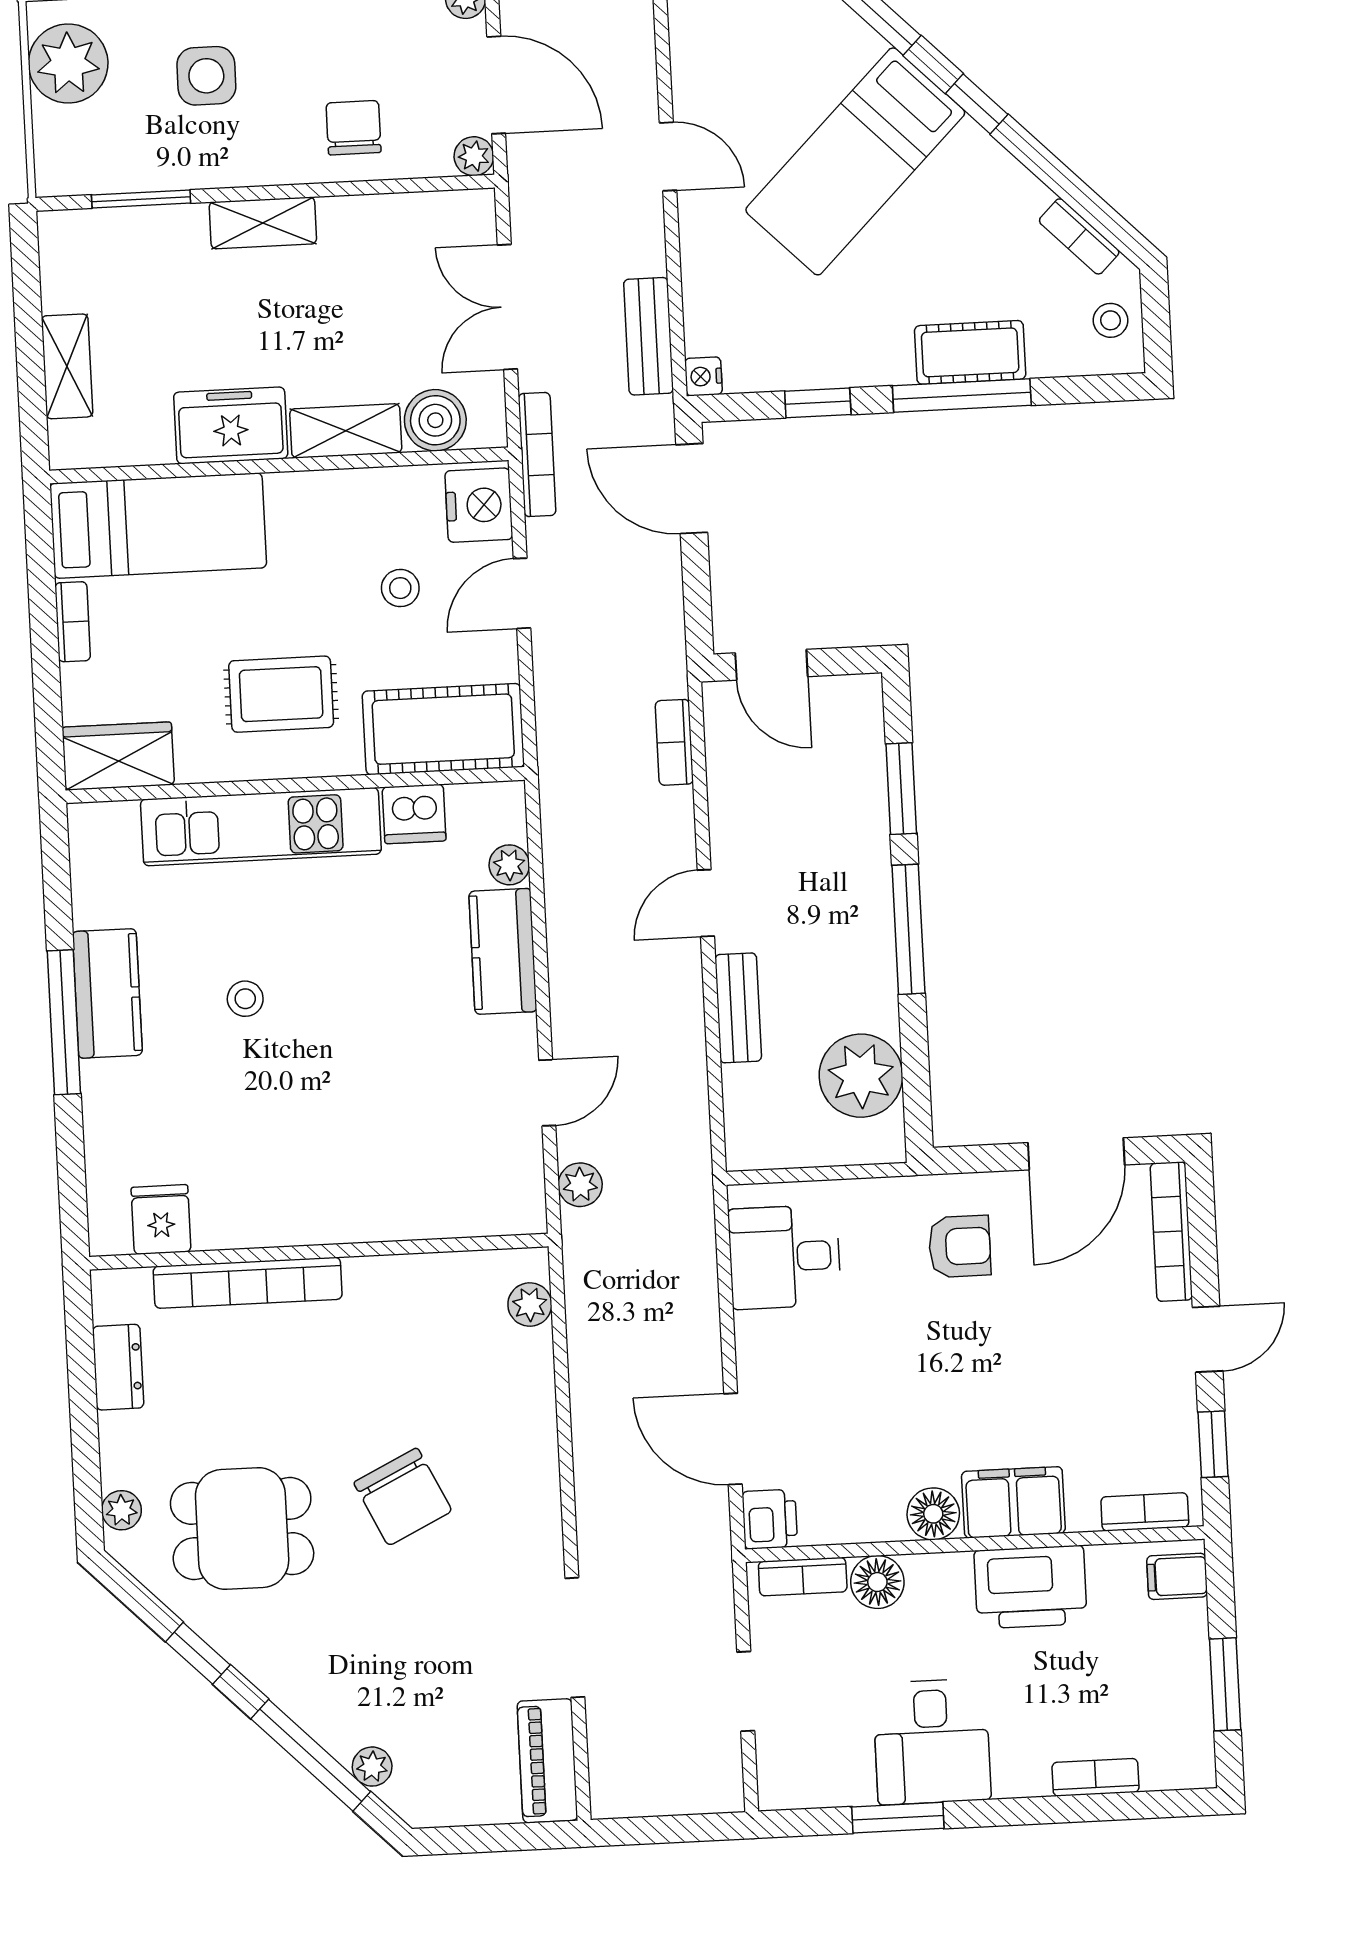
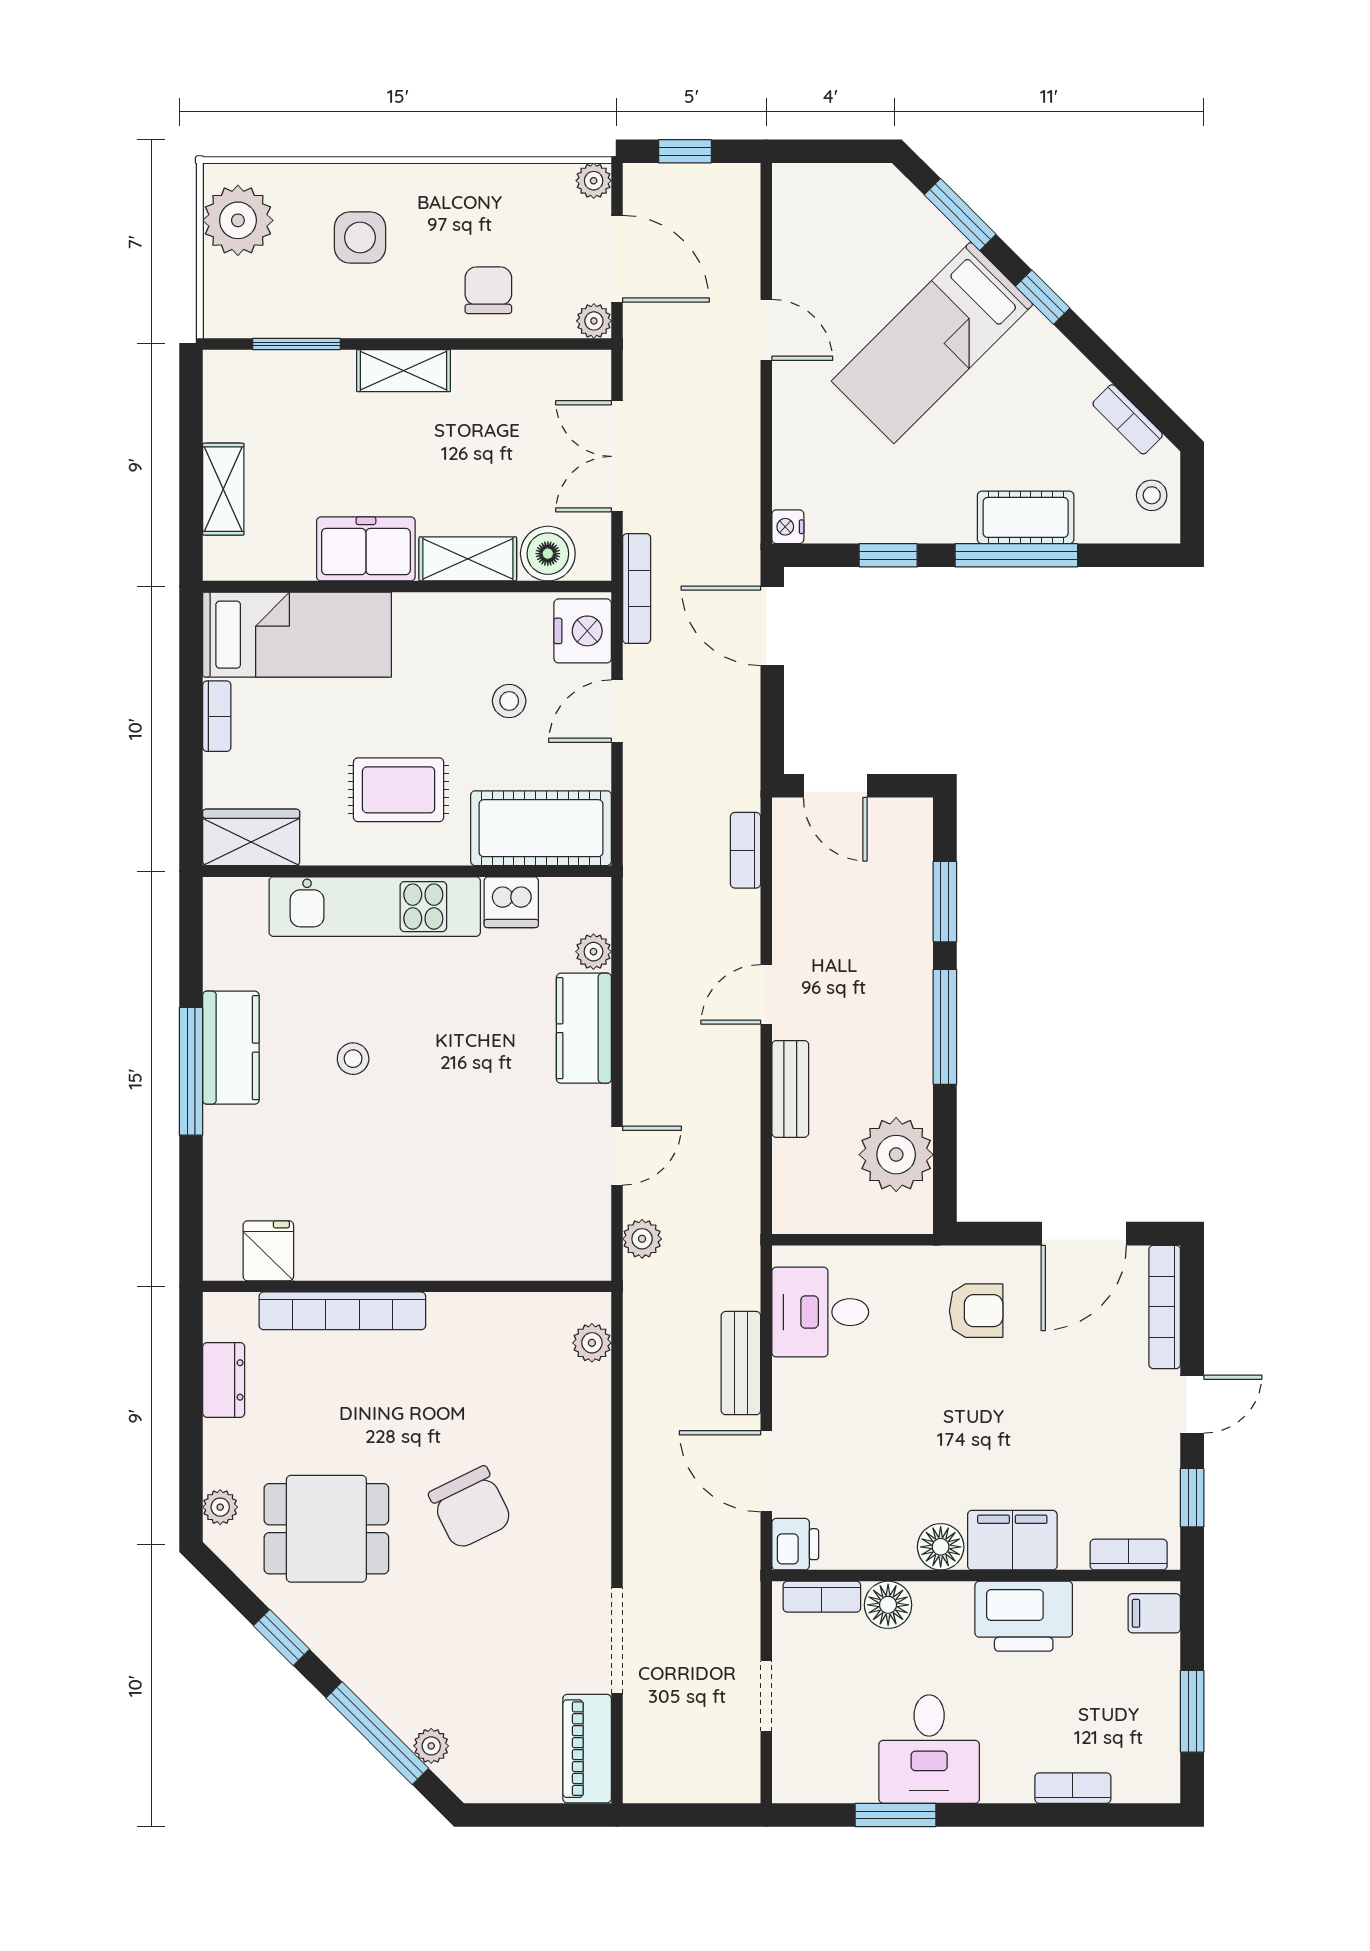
bench: (649, 336) -> (741, 1363), moved

